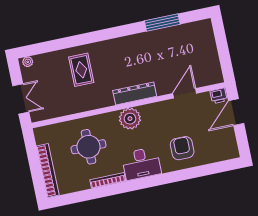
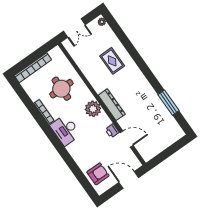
rug: (81, 70) -> (112, 61), turned 90
printer: (218, 96) -> (112, 131), moved
armchair: (182, 148) -> (98, 174), moved

